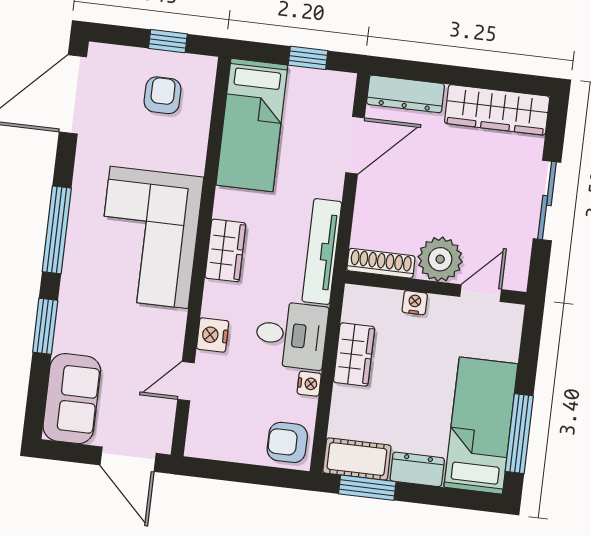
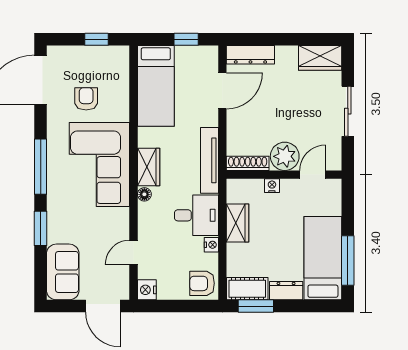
armchair: (163, 95) -> (86, 99), moved
wardrobe: (497, 110) -> (320, 58), width x0.67
floor lamp: (214, 292) -> (144, 194), added
nightstand: (213, 335) -> (147, 290), moved

